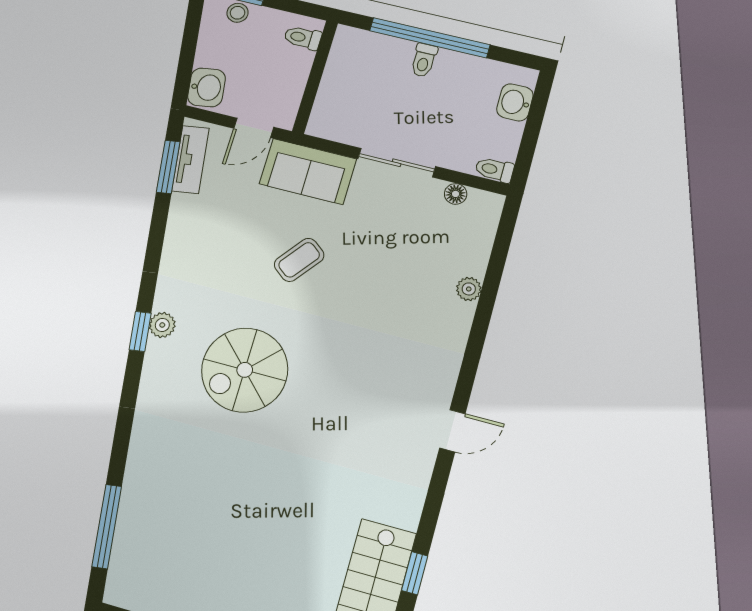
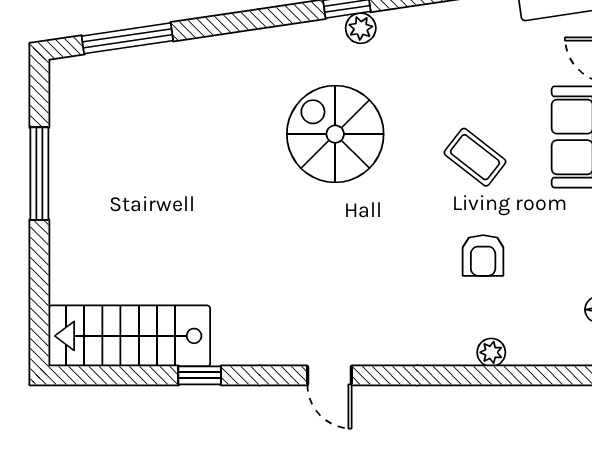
armchair: (384, 275) -> (483, 255), added
window: (415, 573) -> (200, 375), moved

